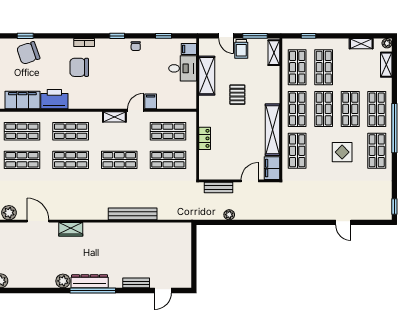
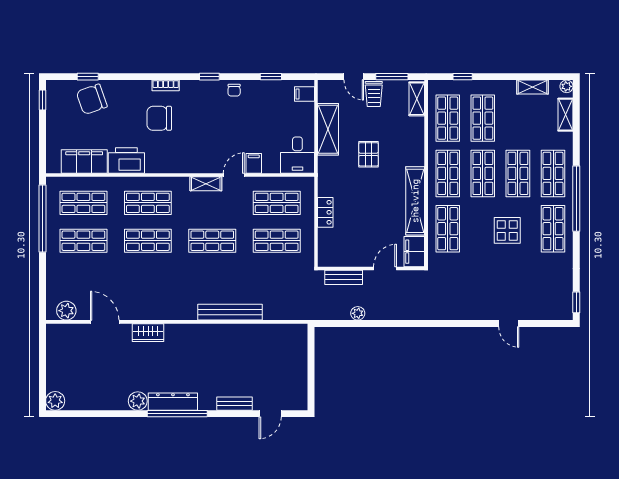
desk: (183, 68) -> (297, 155), moved, turned 90

